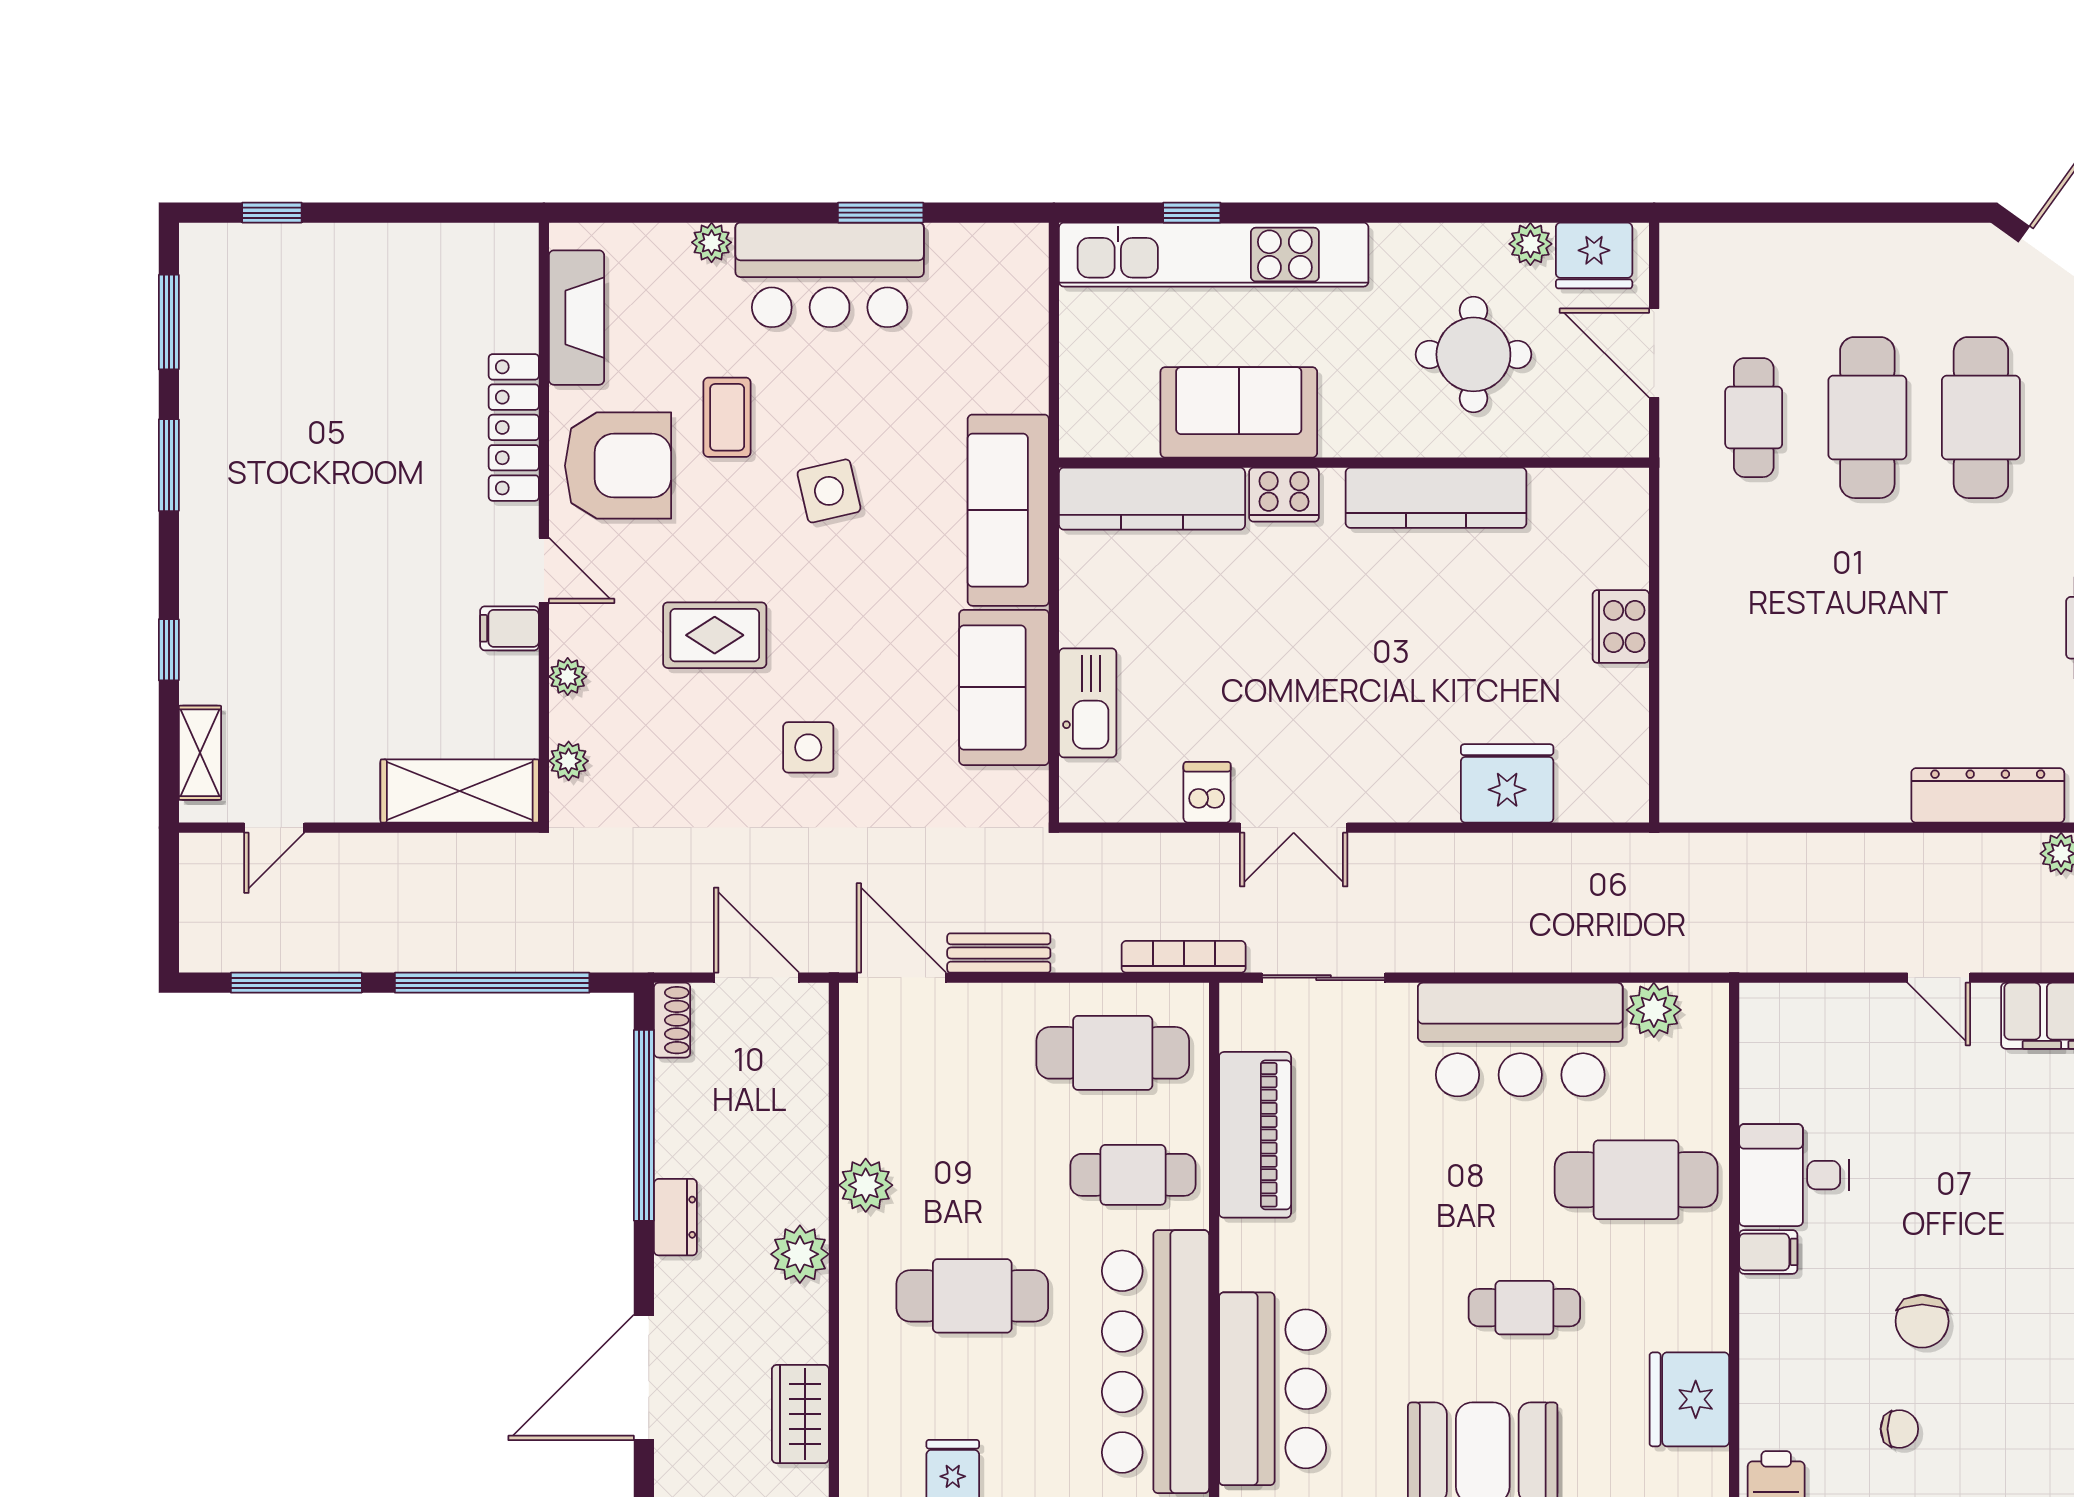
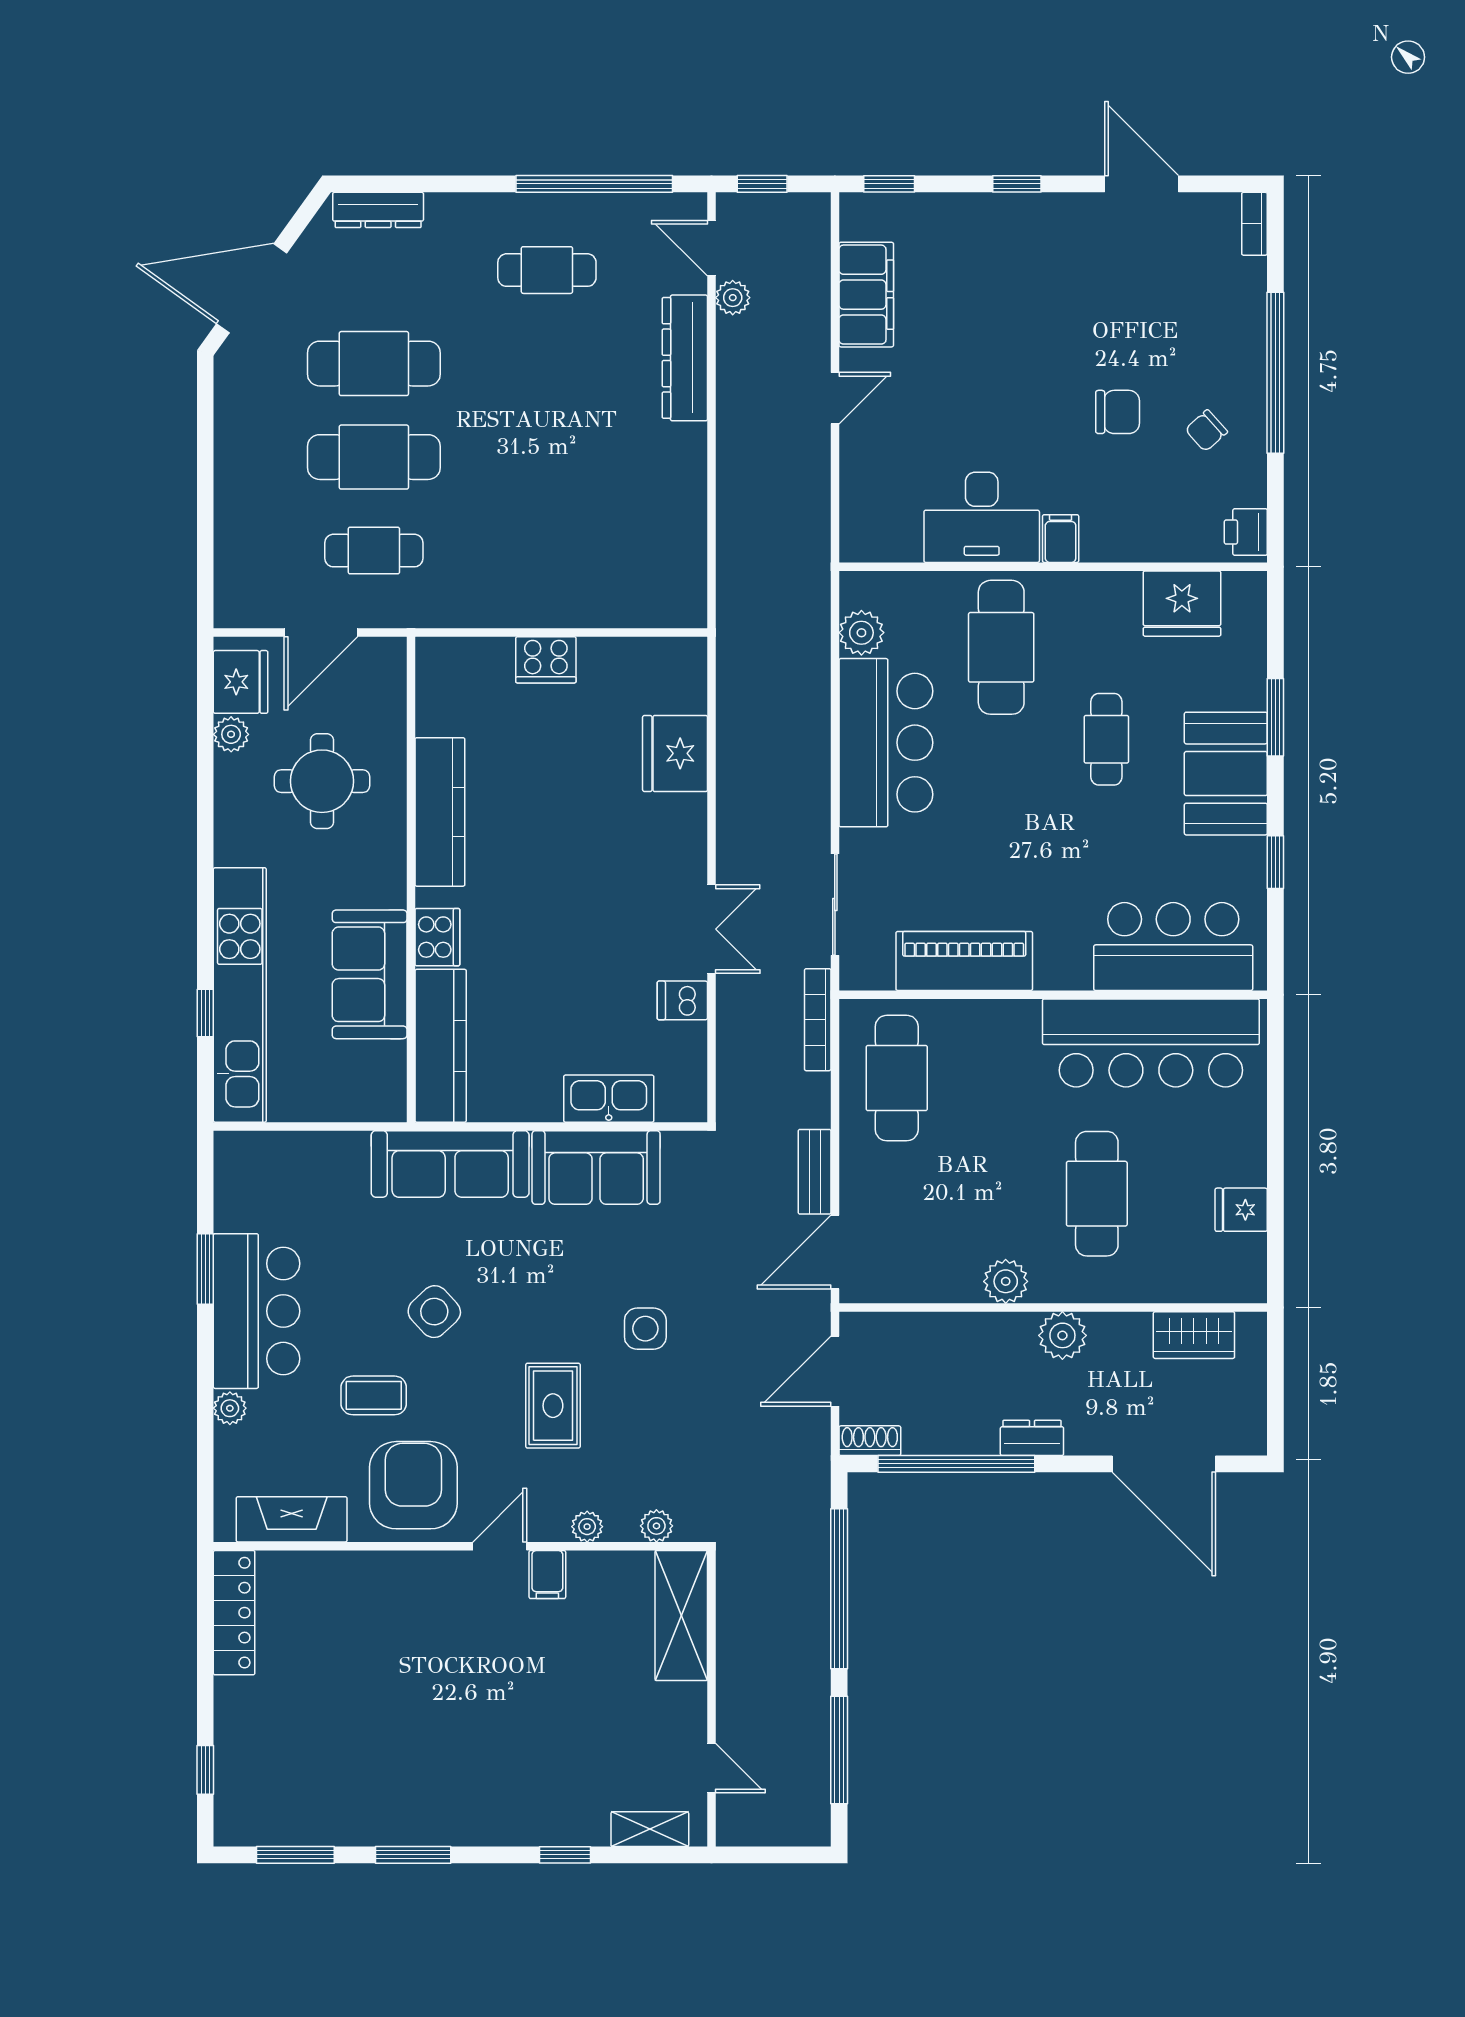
locker: (514, 427) -> (234, 1613), moved, turned -90
side table: (829, 491) -> (434, 1312), turned -30
cafe table: (1133, 1175) -> (997, 1061), removed
desk: (1794, 1175) -> (982, 517), width x1.37
chair: (1899, 1429) -> (1206, 431), turned -132

